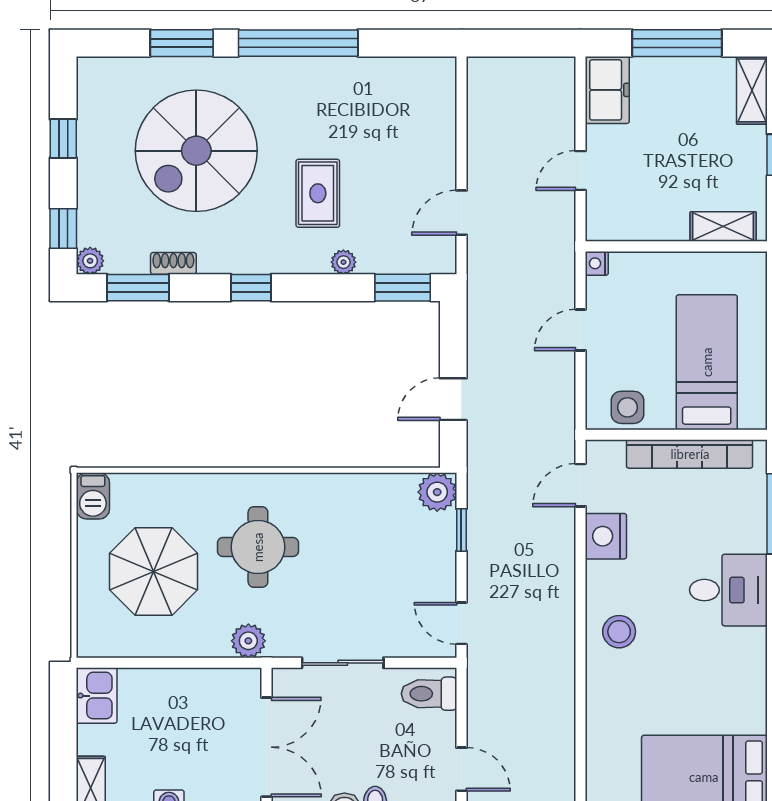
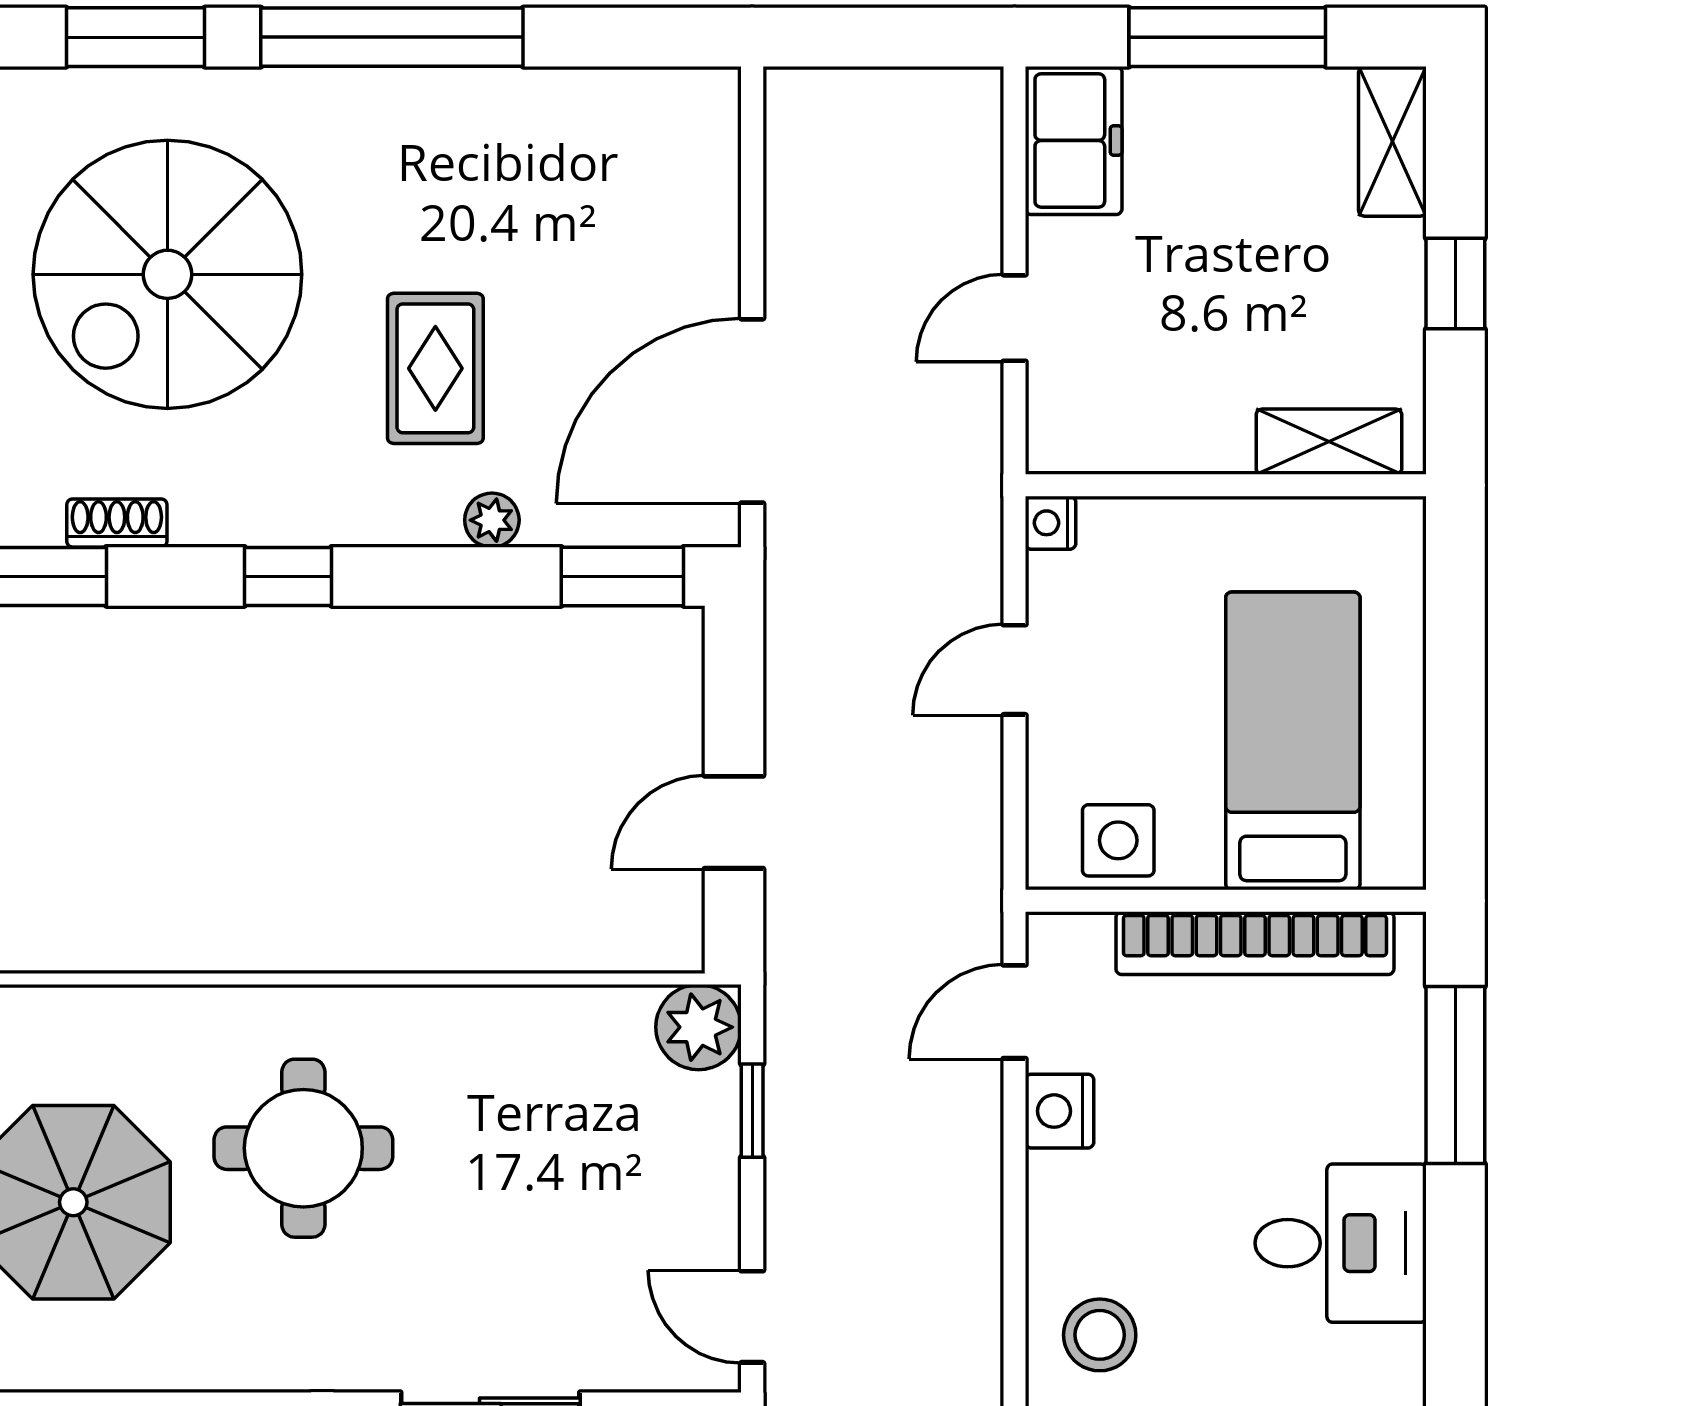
door: (461, 213) -> (752, 411), width x1.88
nightstand: (606, 536) -> (1060, 1111), width x0.74, depth x0.75
plant: (248, 641) -> (282, 1355), removed

